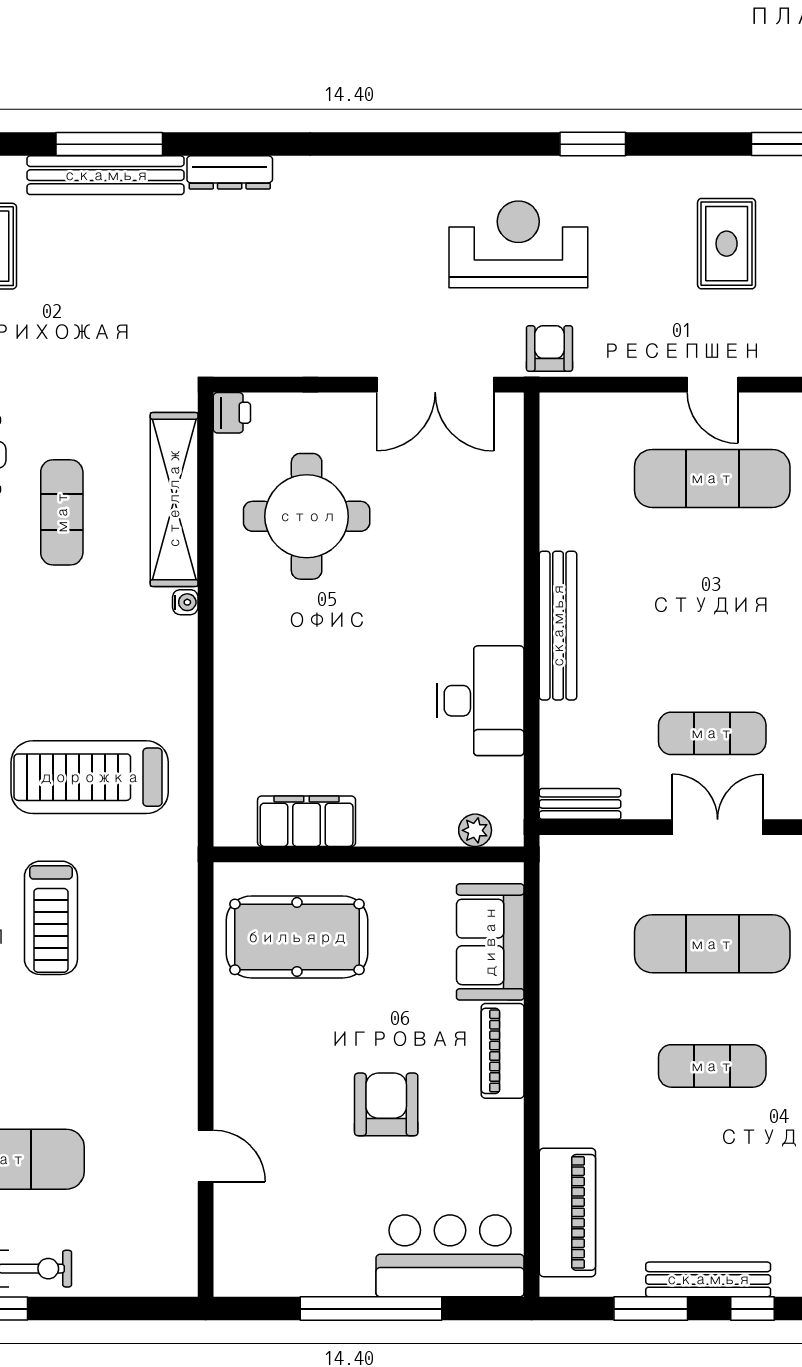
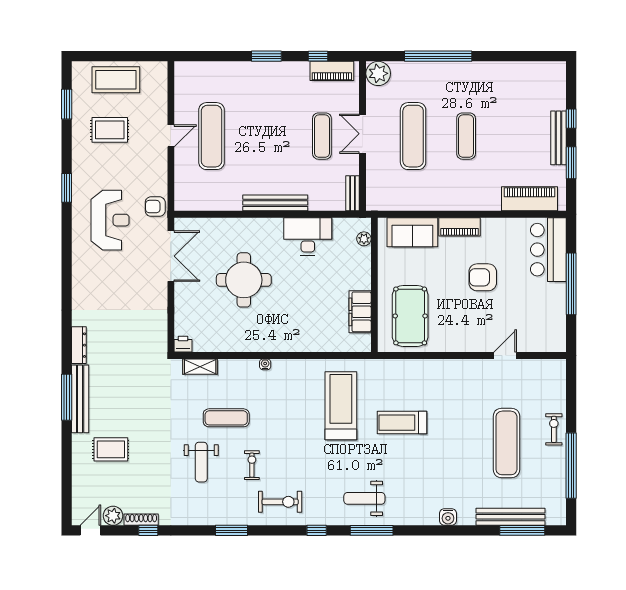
reception desk: (518, 244) -> (110, 220), turned 180
shelving: (174, 499) -> (200, 367), width x0.45, depth x0.75
round table: (307, 516) -> (244, 280), moved
treadmill: (90, 777) -> (341, 406), turned 180
treadmill: (51, 918) -> (402, 423), turned 180

